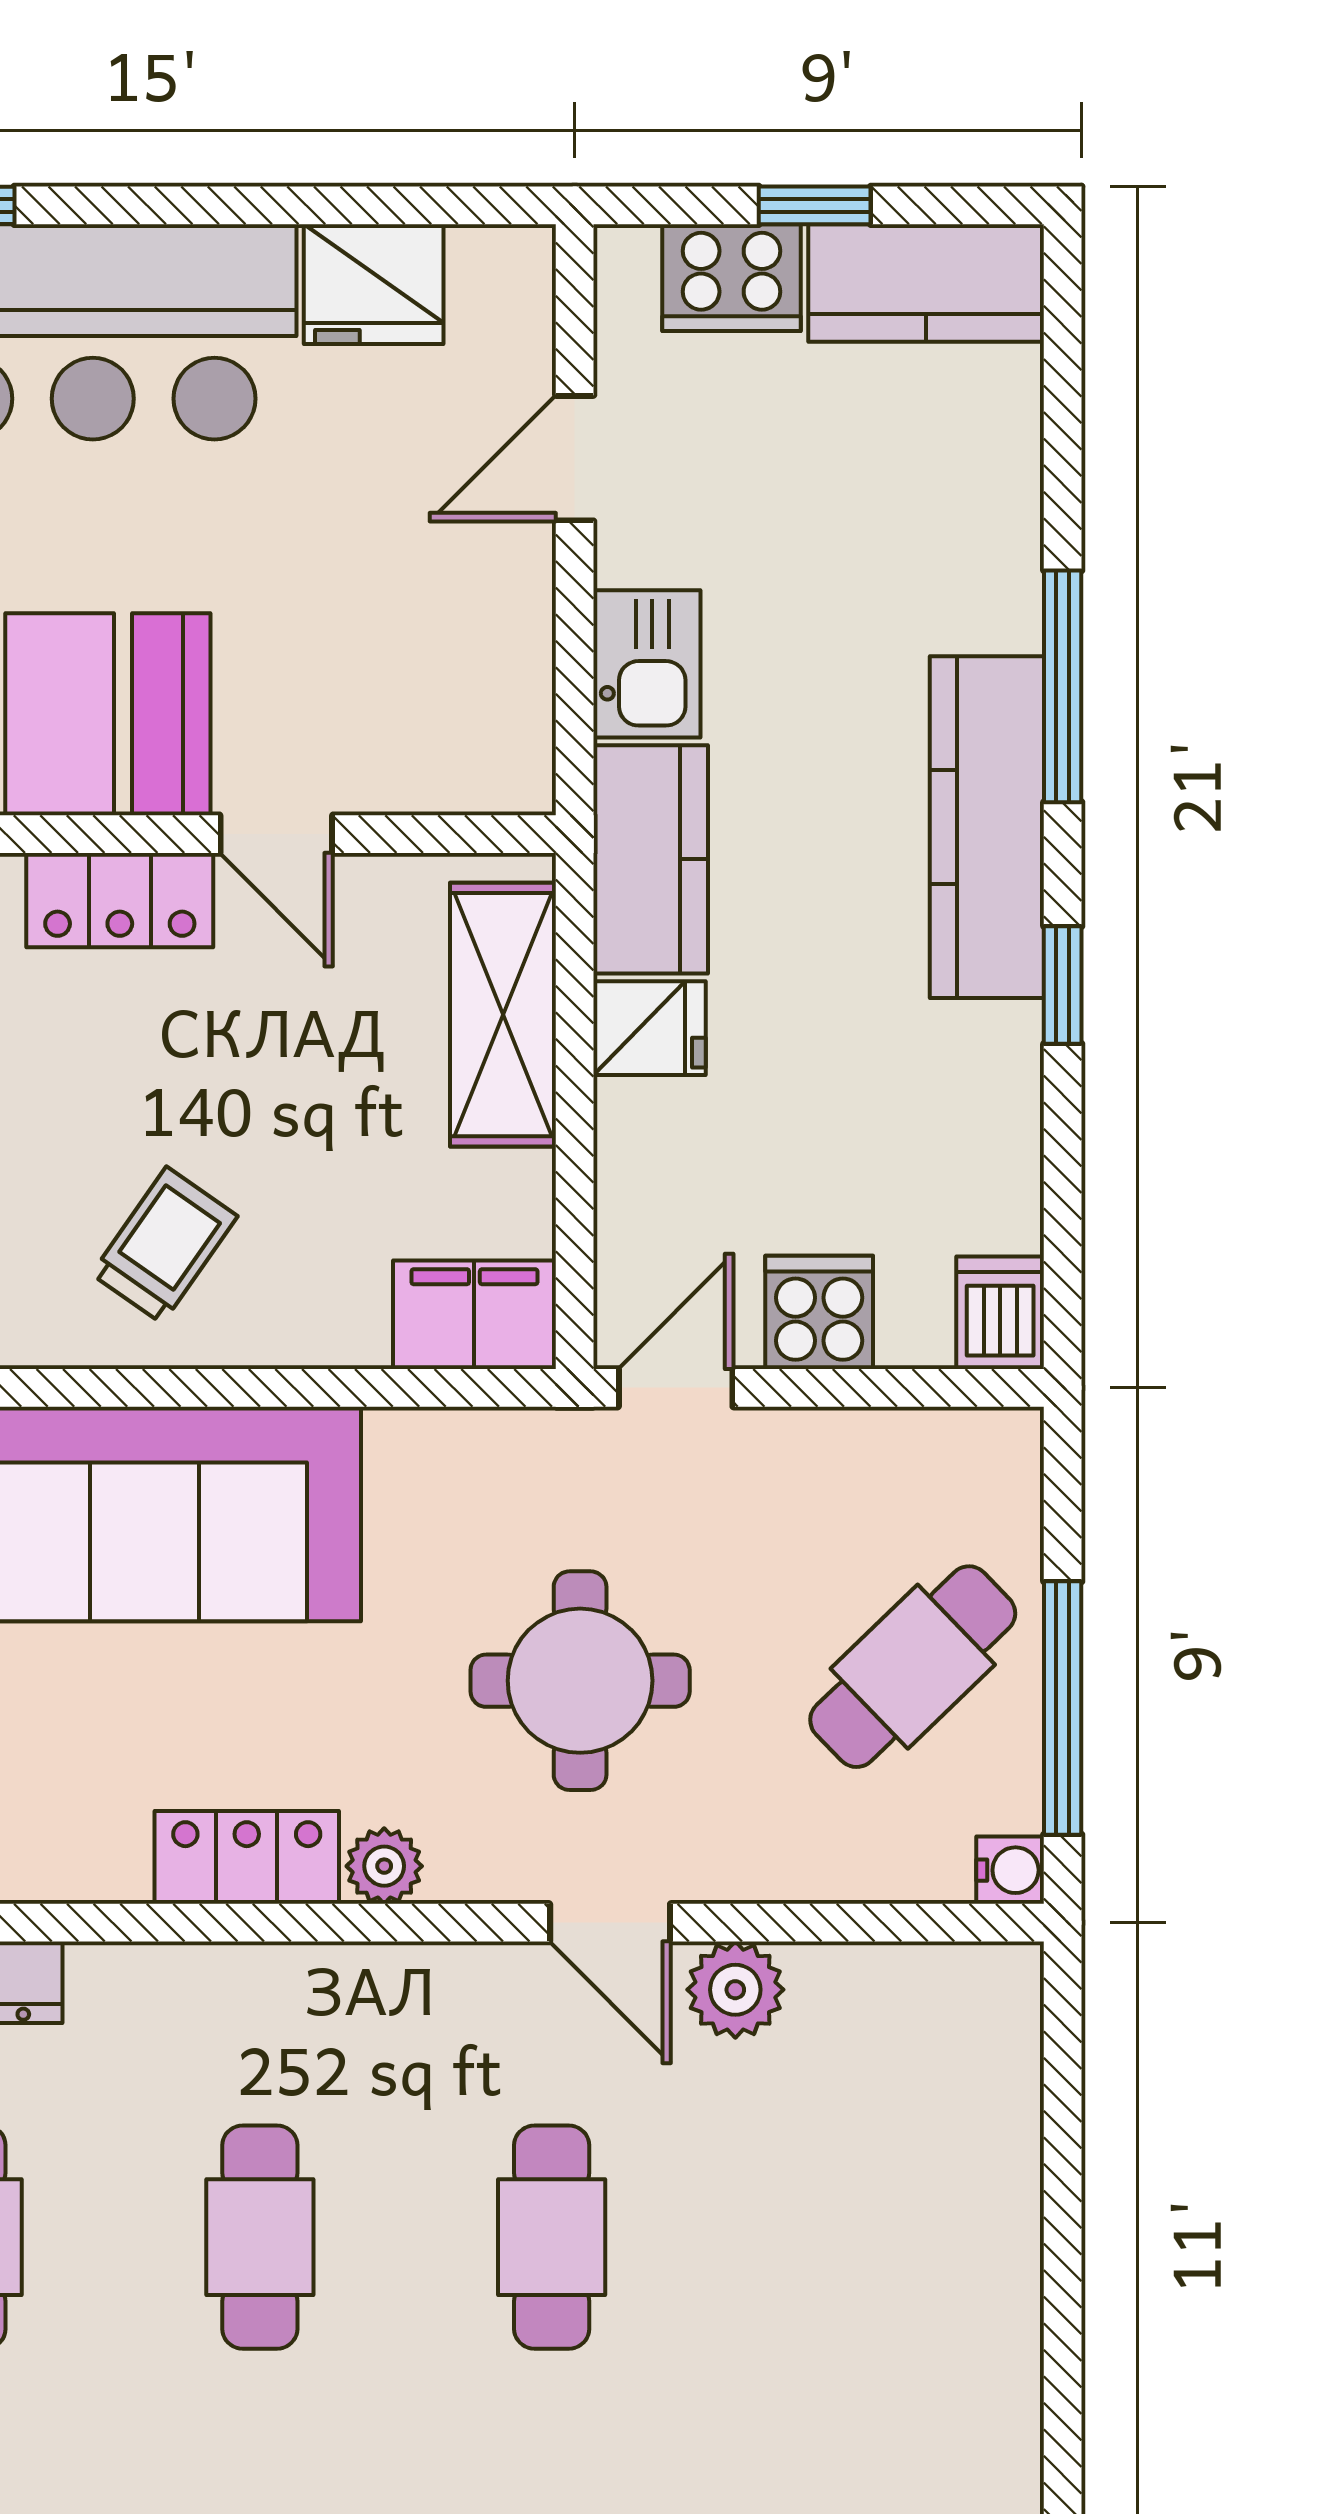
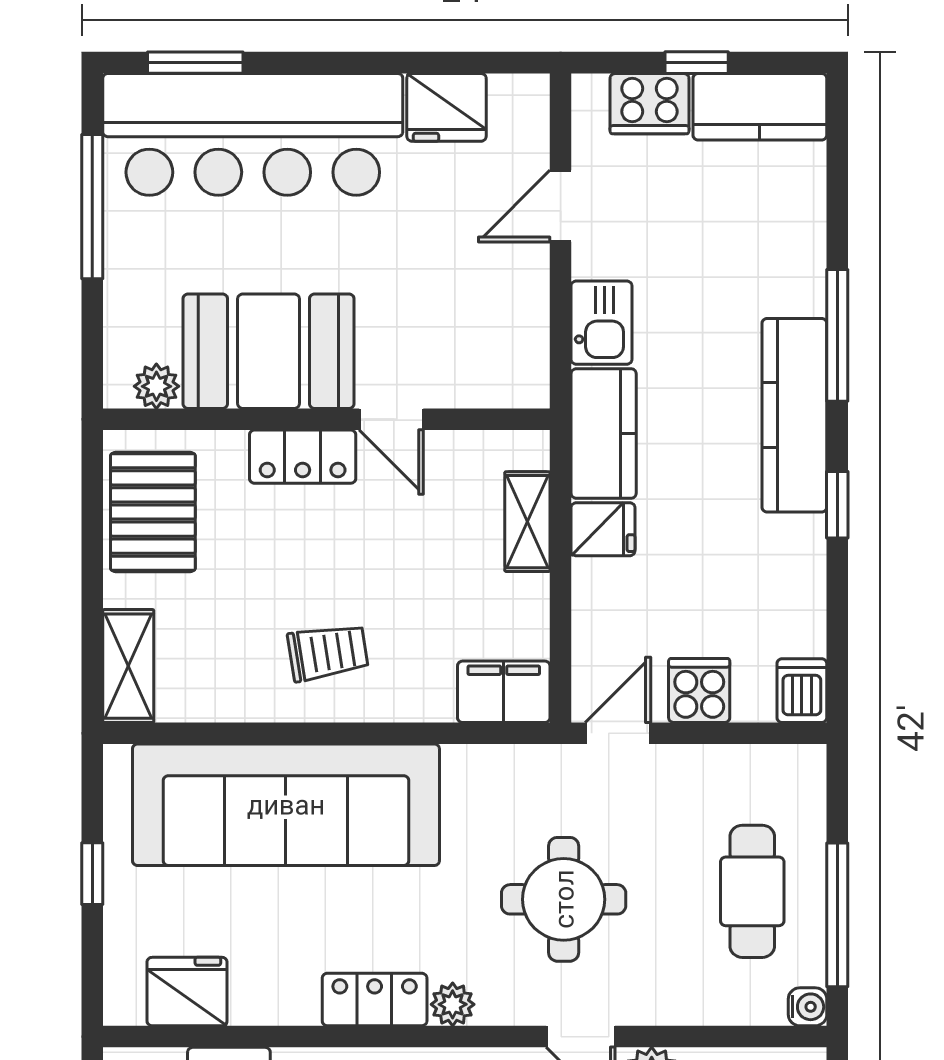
shelving: (503, 1015) -> (527, 522), width x0.67, depth x0.75
trolley: (164, 1245) -> (328, 652), turned 46
cafe table: (913, 1667) -> (752, 891), turned -46

